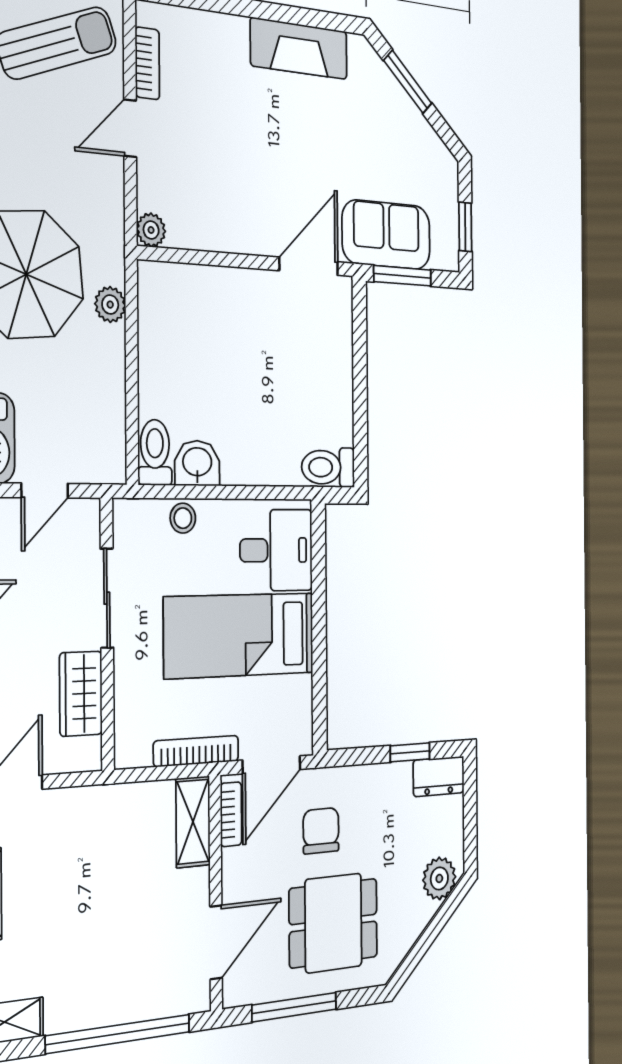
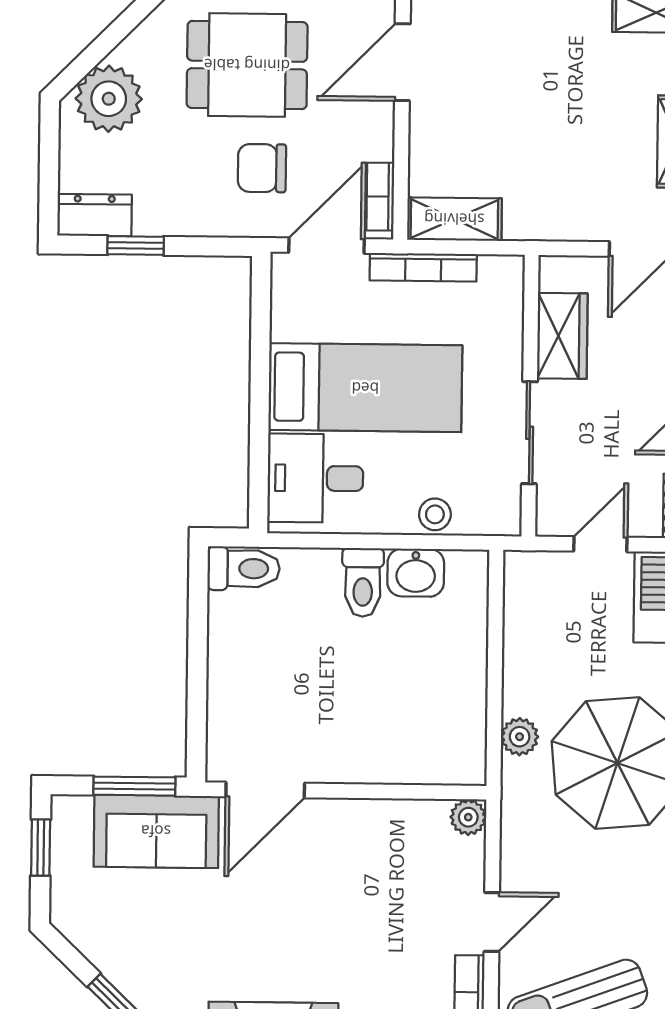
toilet: (155, 452) -> (363, 582), moved
shelving: (193, 822) -> (454, 219), moved, turned 90
chair: (321, 831) -> (262, 168), turned 90
plant: (439, 878) -> (109, 99), width x1.36, depth x1.36

